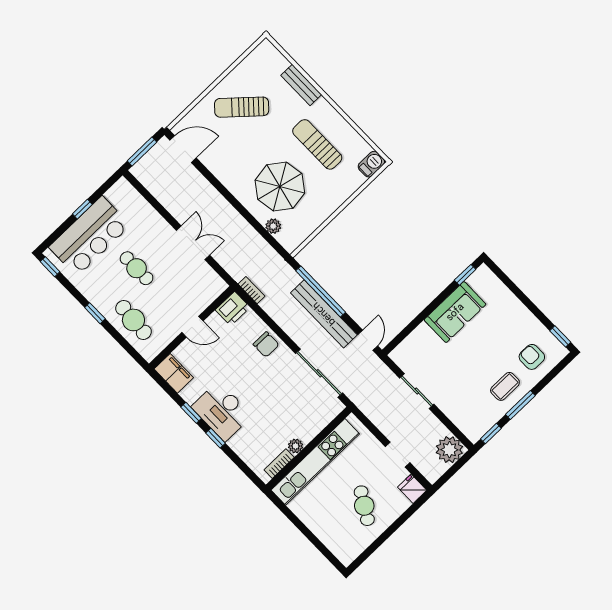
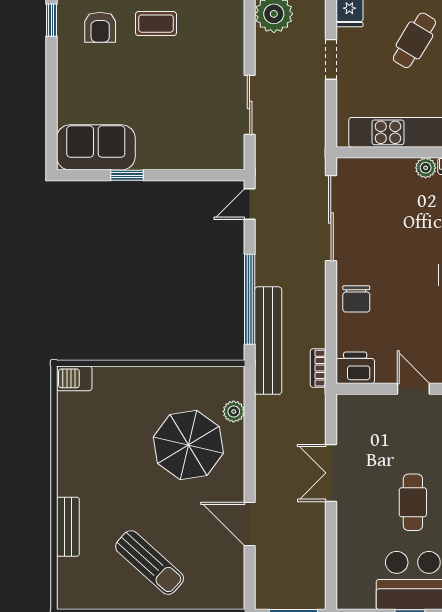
sun lounger: (317, 144) -> (110, 451), removed
door: (183, 149) -> (250, 524), moved
window: (465, 275) -> (127, 175), moved
sofa: (455, 312) -> (96, 147), moved
bench: (324, 314) -> (268, 341), moved
chair: (266, 344) -> (356, 299), turned 180

